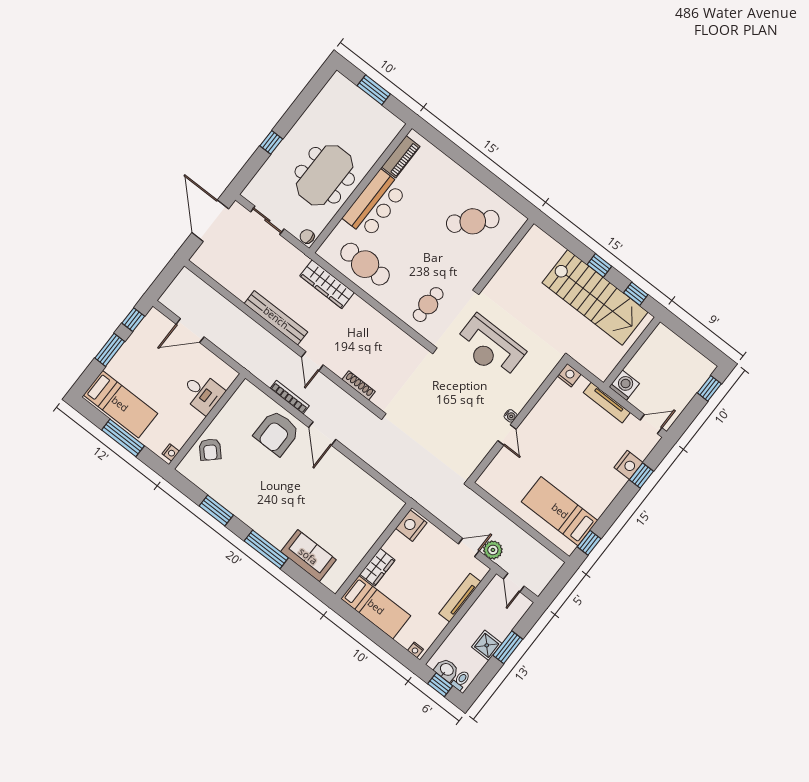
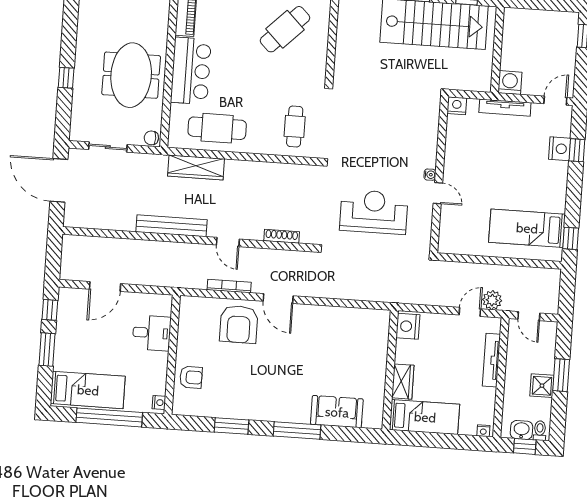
reception desk: (490, 347) -> (374, 212), moved, turned 180
window: (123, 438) -> (109, 417), width x1.46
armchair: (210, 450) -> (191, 377), turned -47

